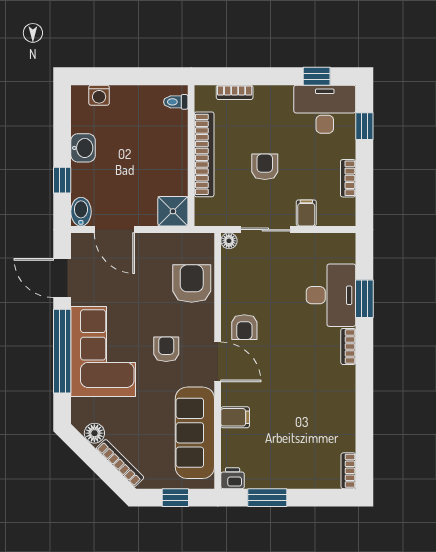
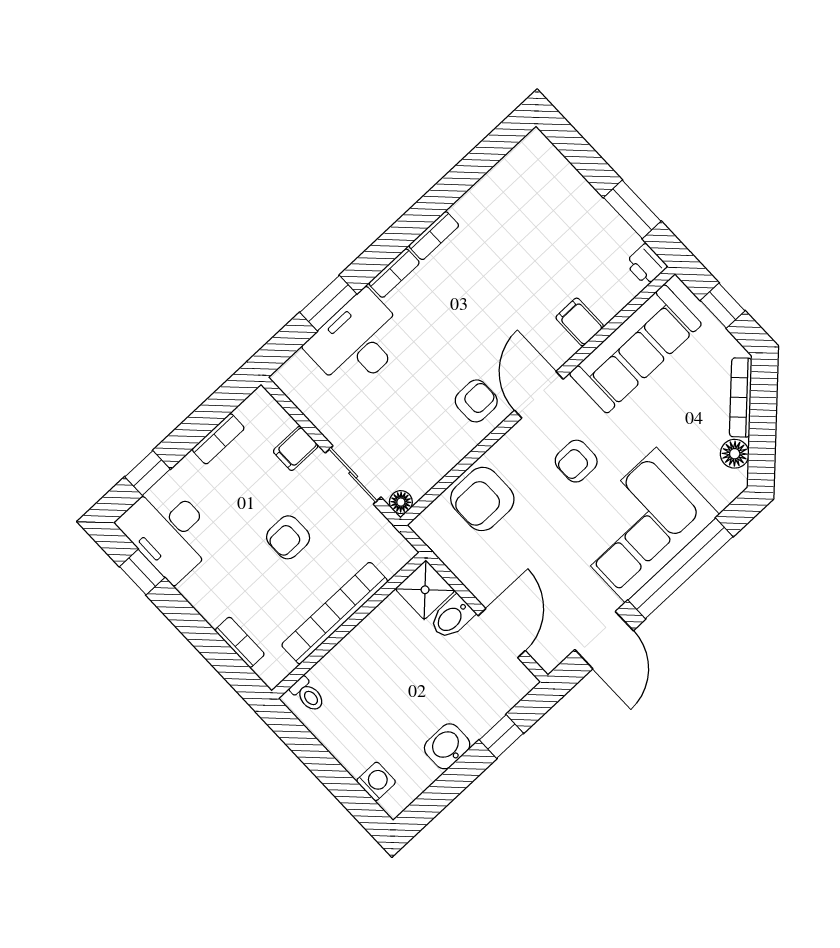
bidet: (81, 212) -> (452, 617), moved
bookcase: (348, 471) -> (434, 236), moved

